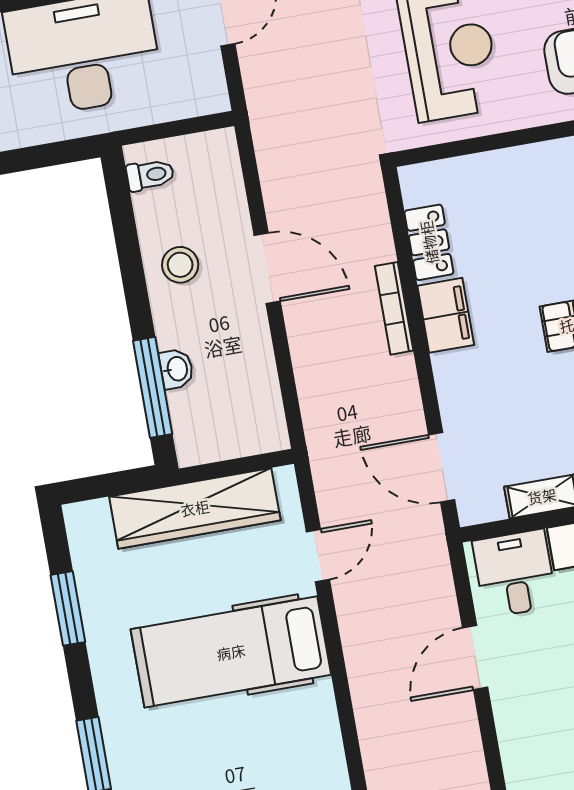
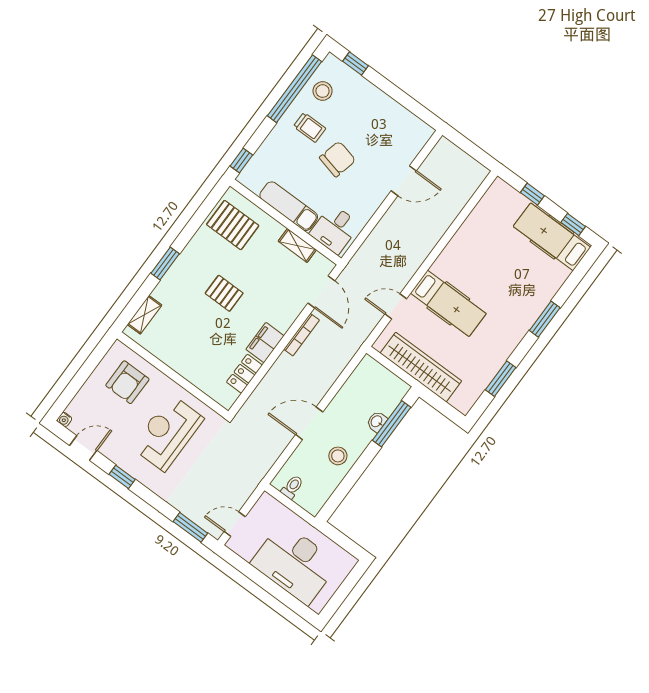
toilet: (150, 175) -> (292, 487), moved, turned 90
door: (267, 268) -> (309, 423), hinge flipped
bookcase: (394, 308) -> (302, 335), moved
hospital bed: (231, 652) -> (448, 303), width x0.73, depth x0.78
door: (475, 658) -> (404, 181), moved

